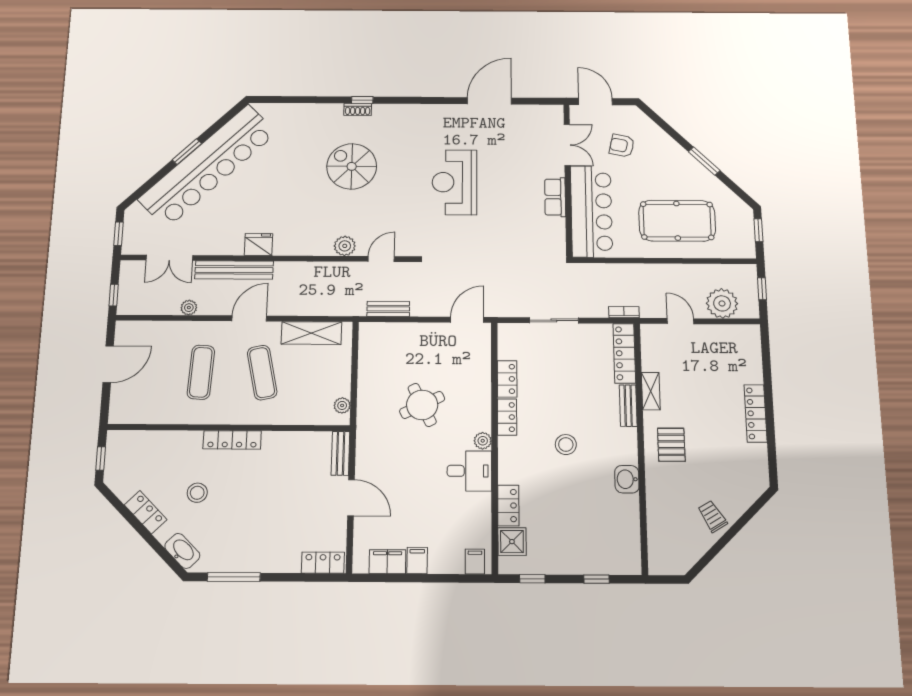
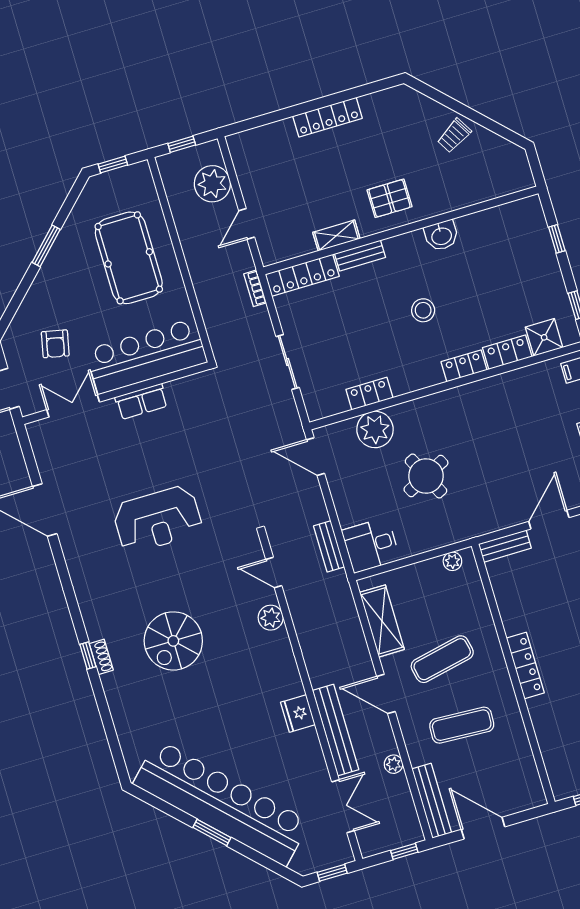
bench: (147, 329) -> (432, 801), added
locker: (507, 417) -> (464, 366), moved
plant: (483, 441) -> (375, 429), moved, width x1.87, depth x1.87
desk: (469, 471) -> (371, 545), moved, turned -90

